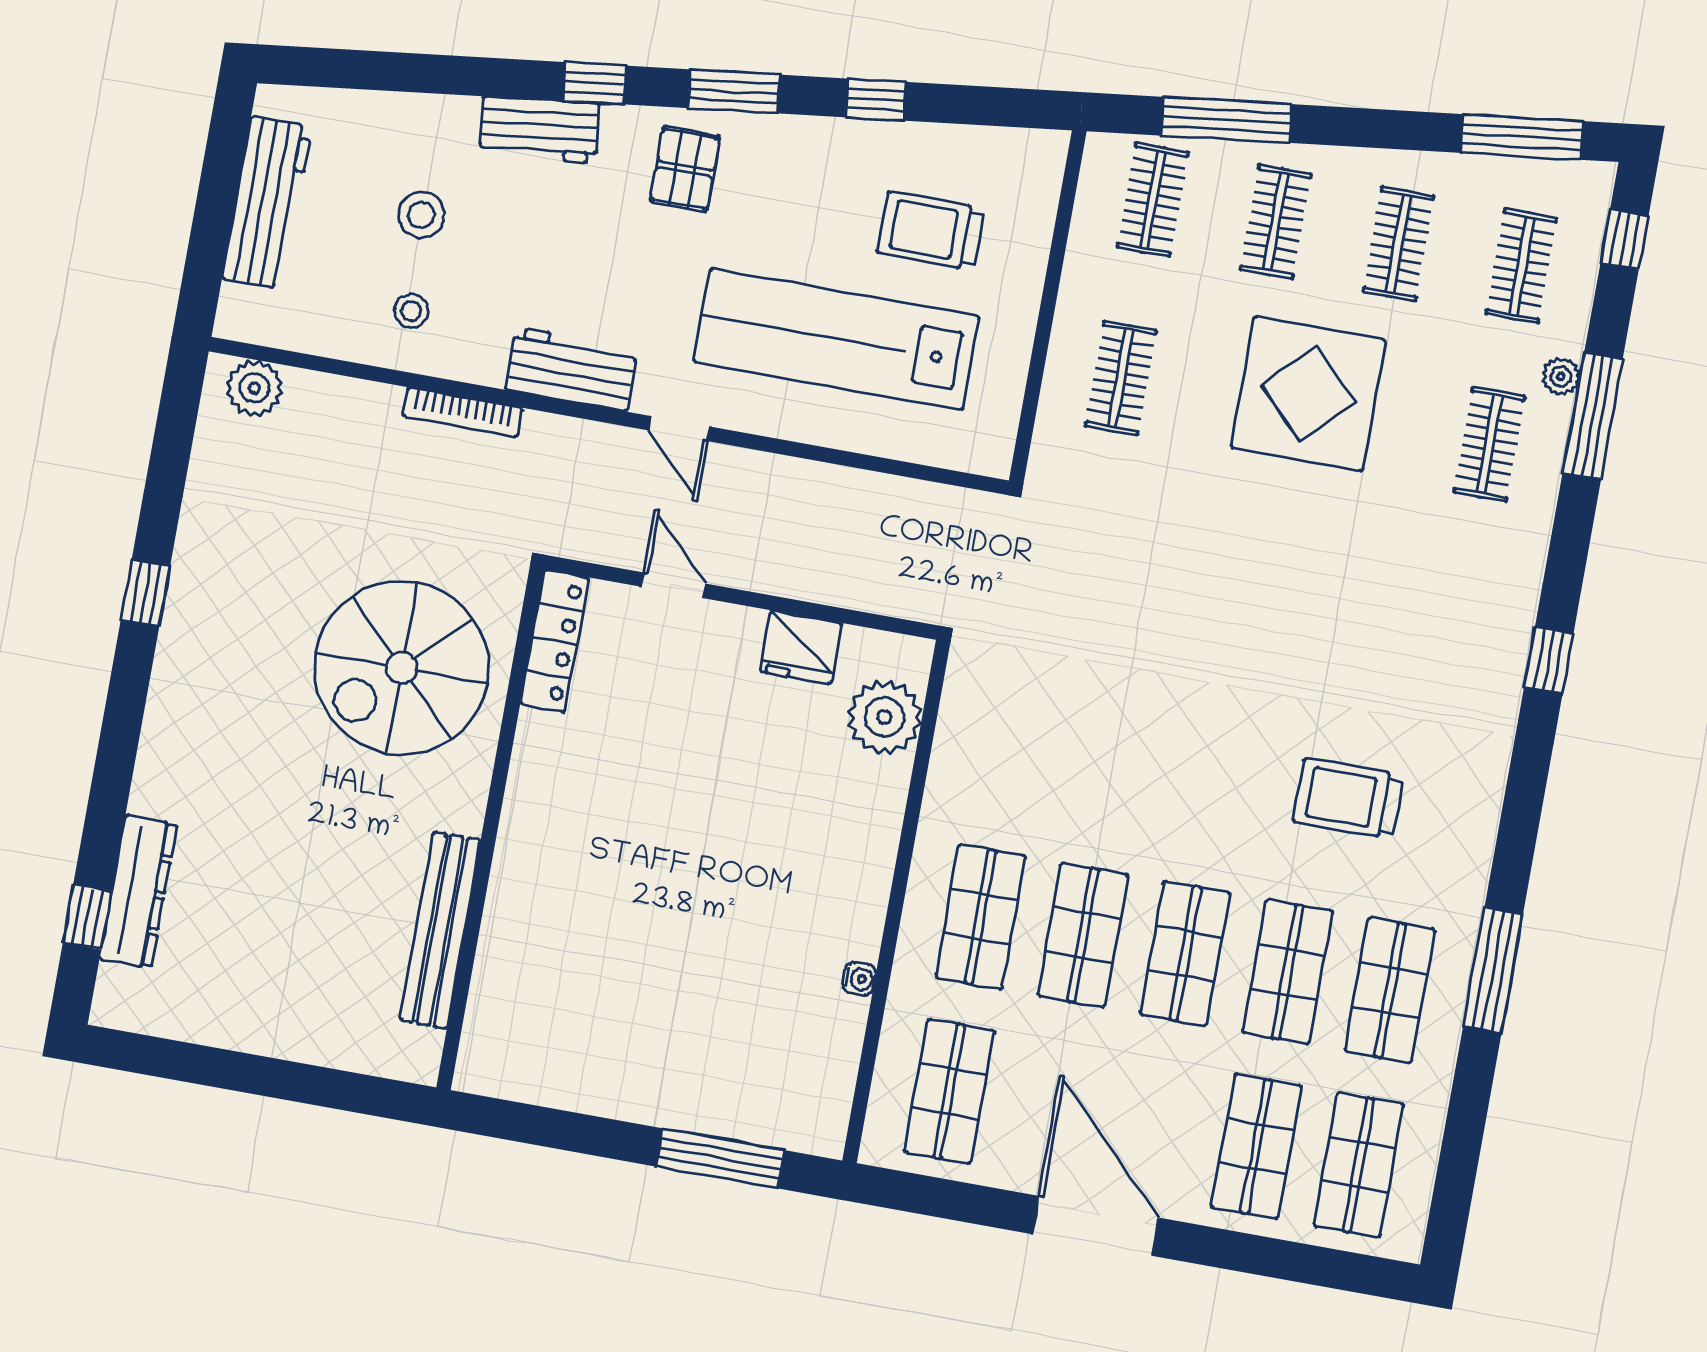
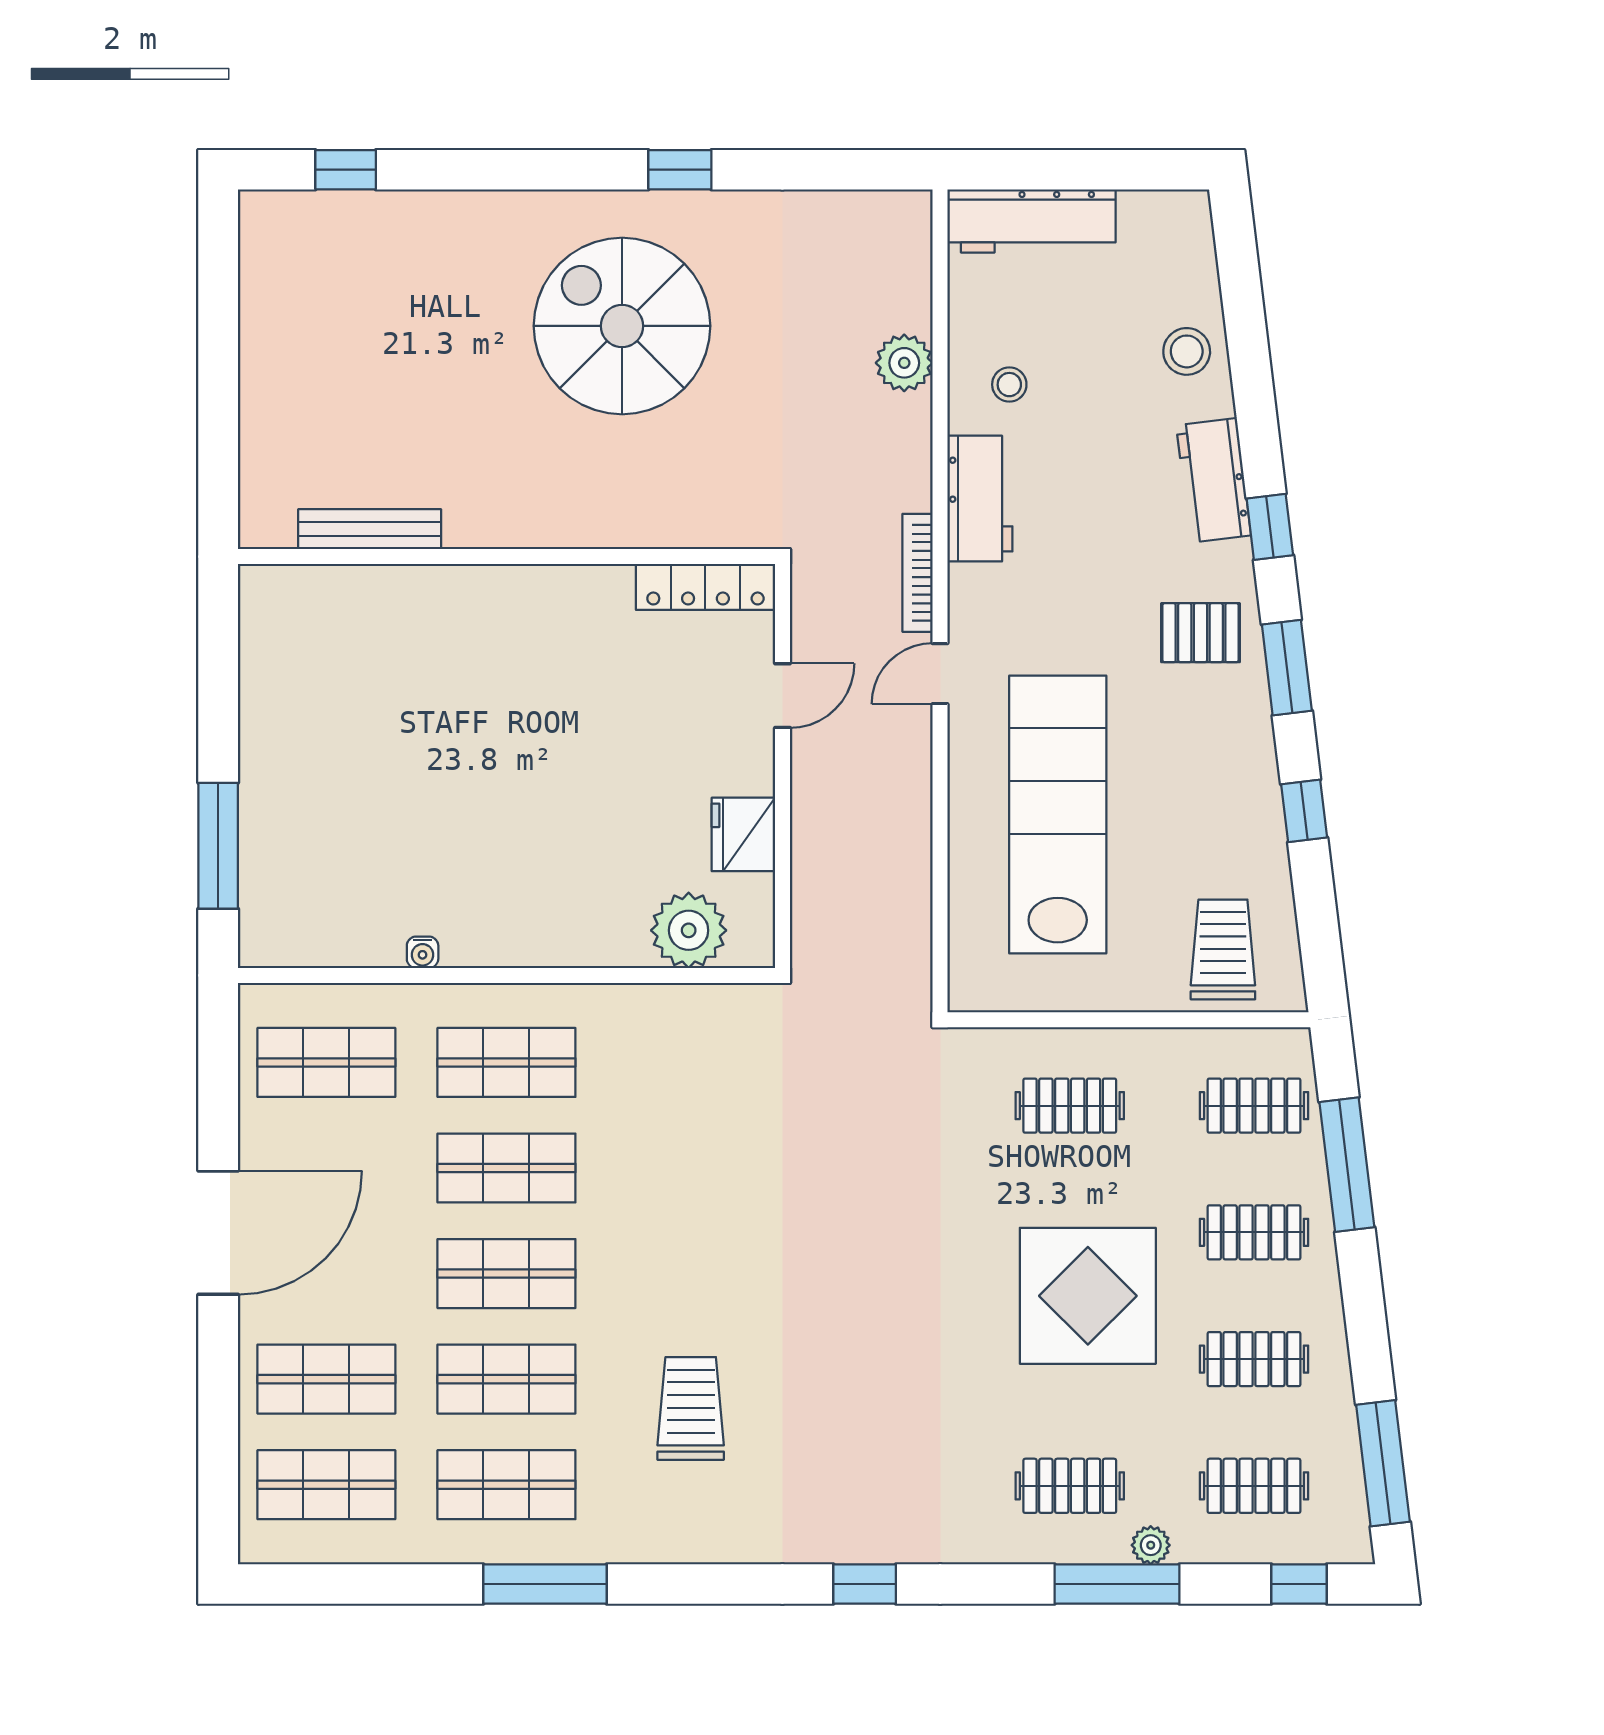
workbench: (267, 203) -> (1032, 221), moved
stool: (421, 215) -> (1187, 351), moved
trolley: (931, 231) -> (1223, 949), moved
workbench: (572, 369) -> (980, 499), moved
plant: (254, 388) -> (904, 363), moved
bookcase: (463, 412) -> (918, 573), moved
spiral stairs: (402, 668) -> (622, 326), moved
dresser: (138, 891) -> (380, 216), removed
bench: (440, 930) -> (370, 529), width x0.73, depth x0.82

